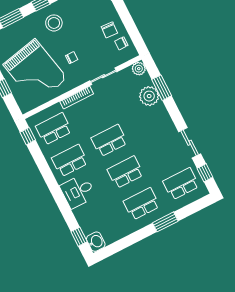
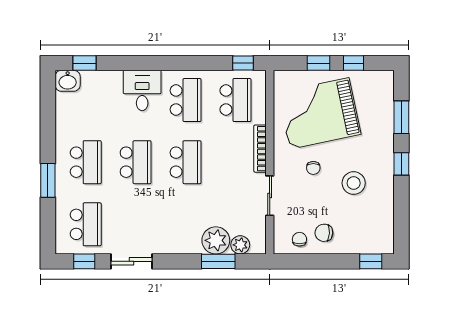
stool: (54, 23) -> (354, 183), moved
plant: (139, 69) -> (240, 245), moved

